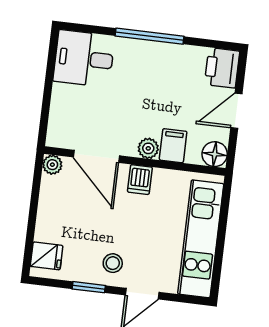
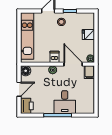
desk: (84, 59) -> (65, 102), moved, turned 90
filing cabinet: (173, 146) -> (89, 72), moved
fridge: (47, 256) -> (88, 35), moved

